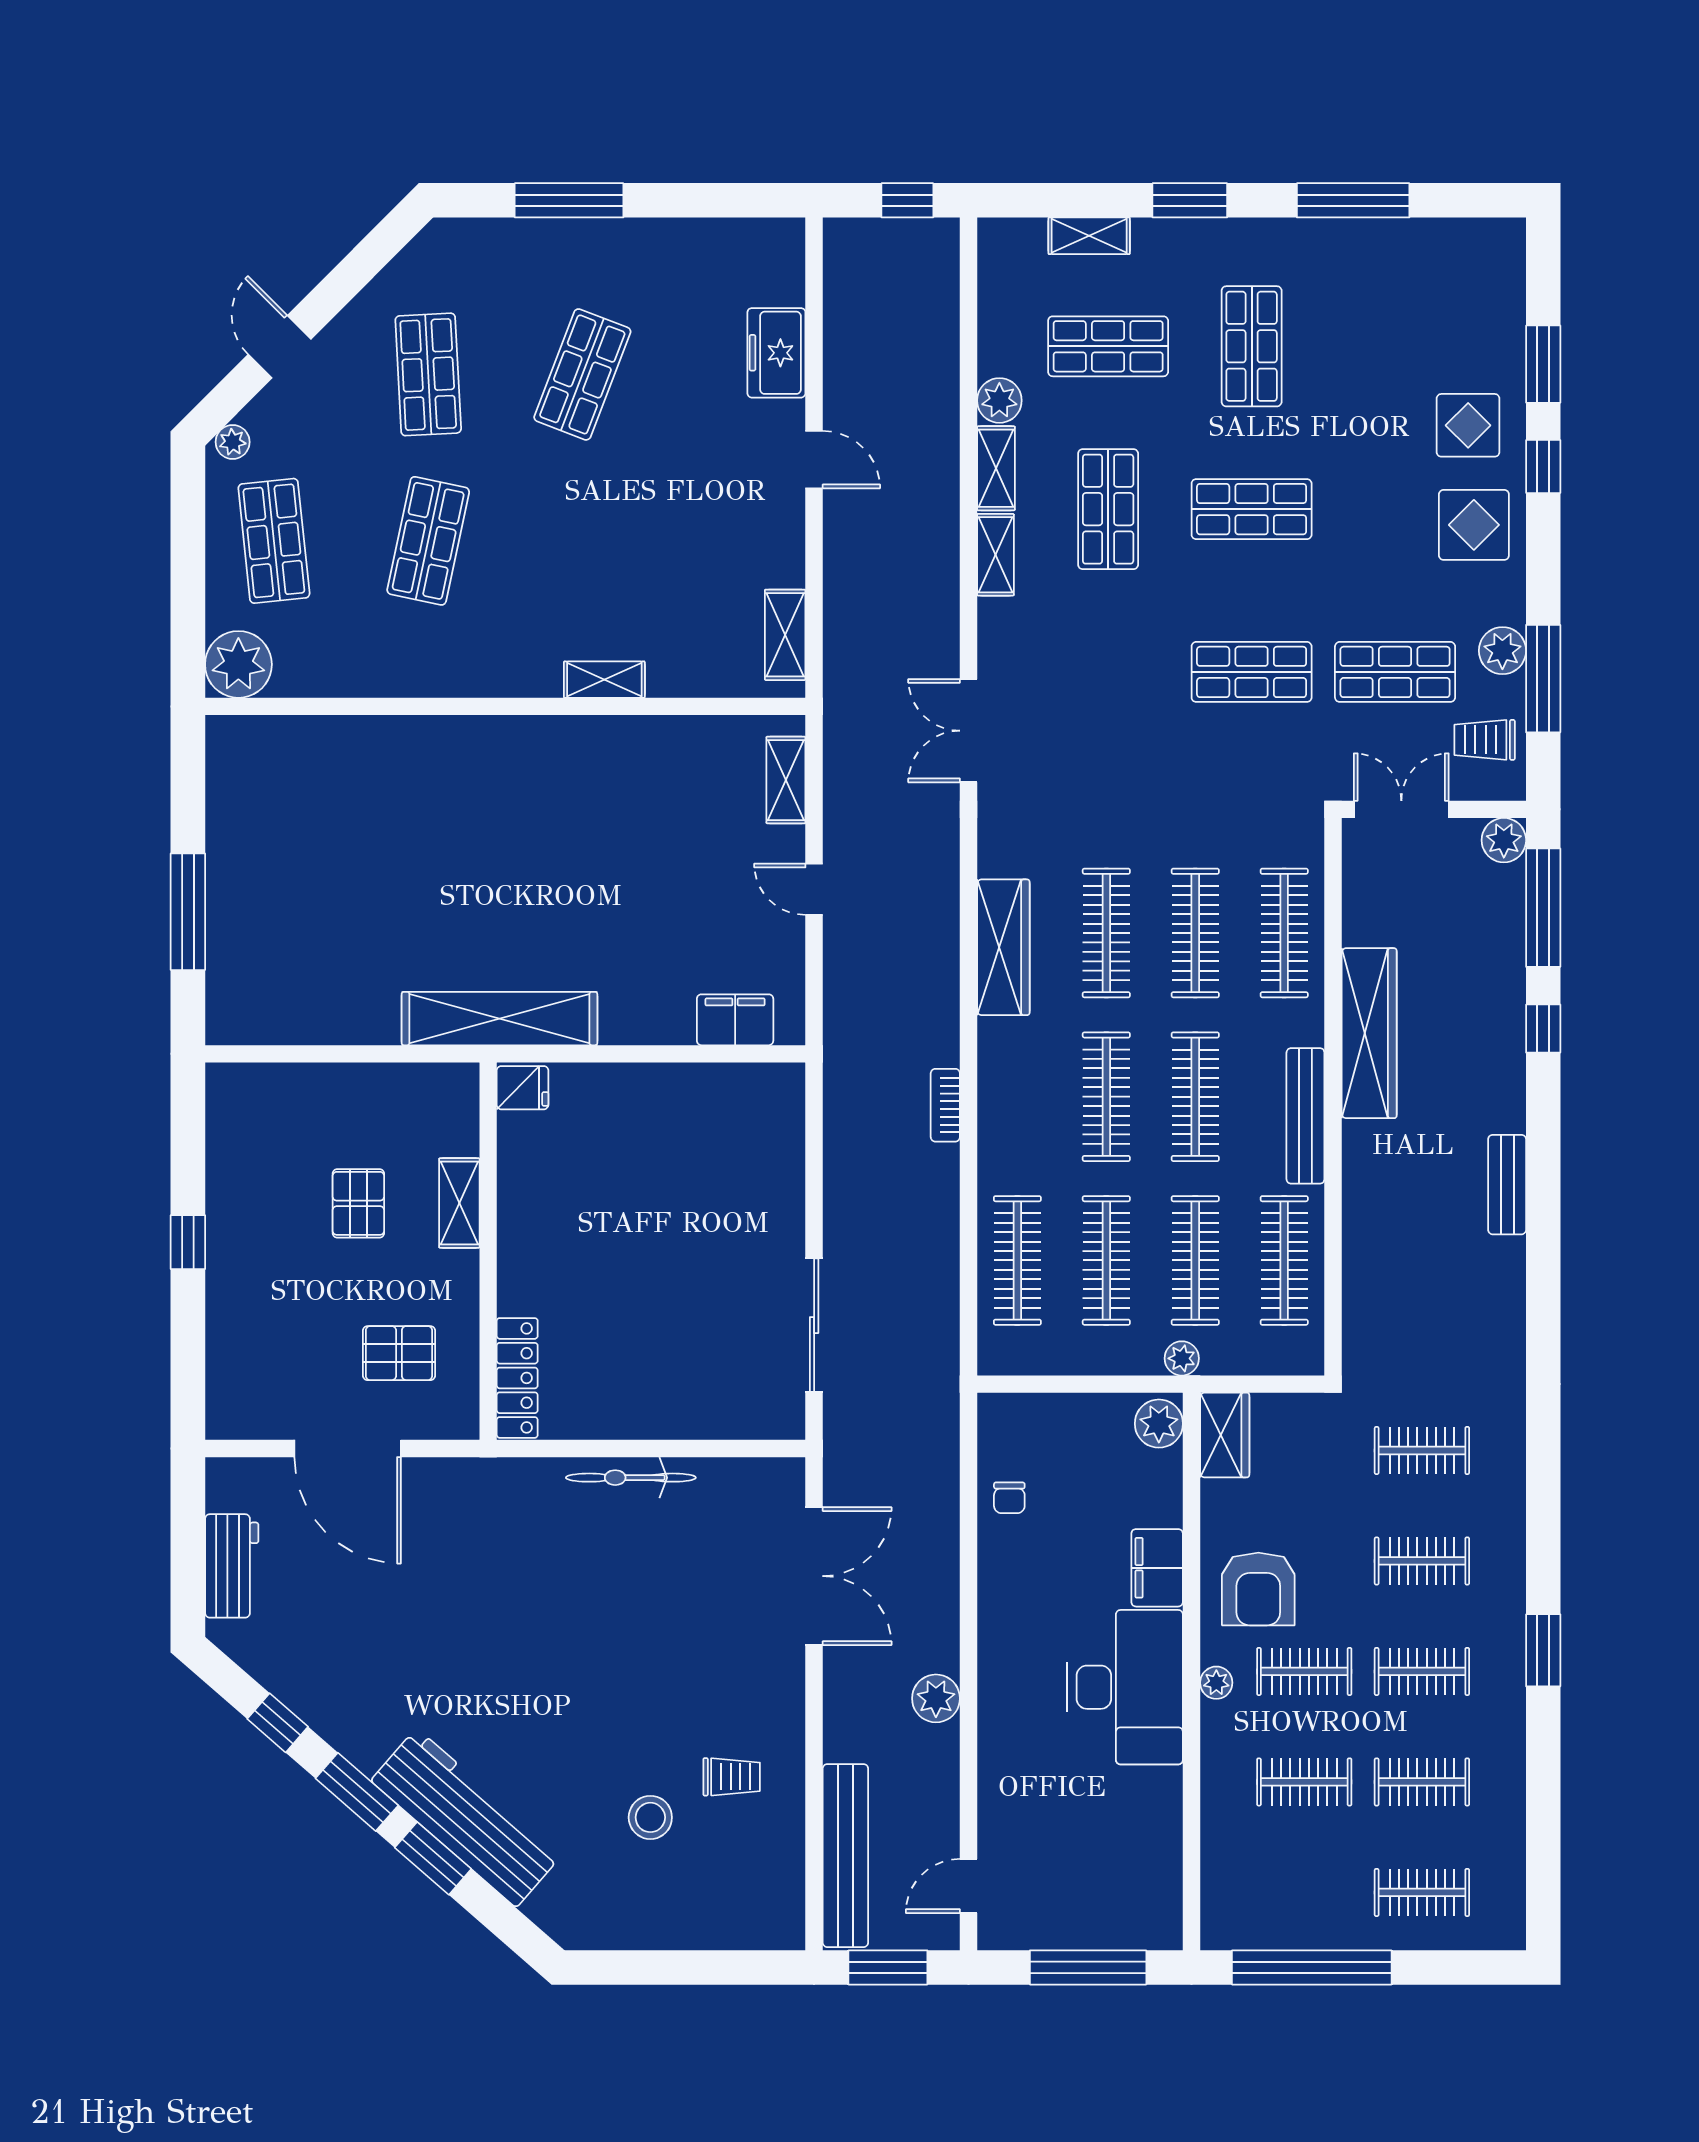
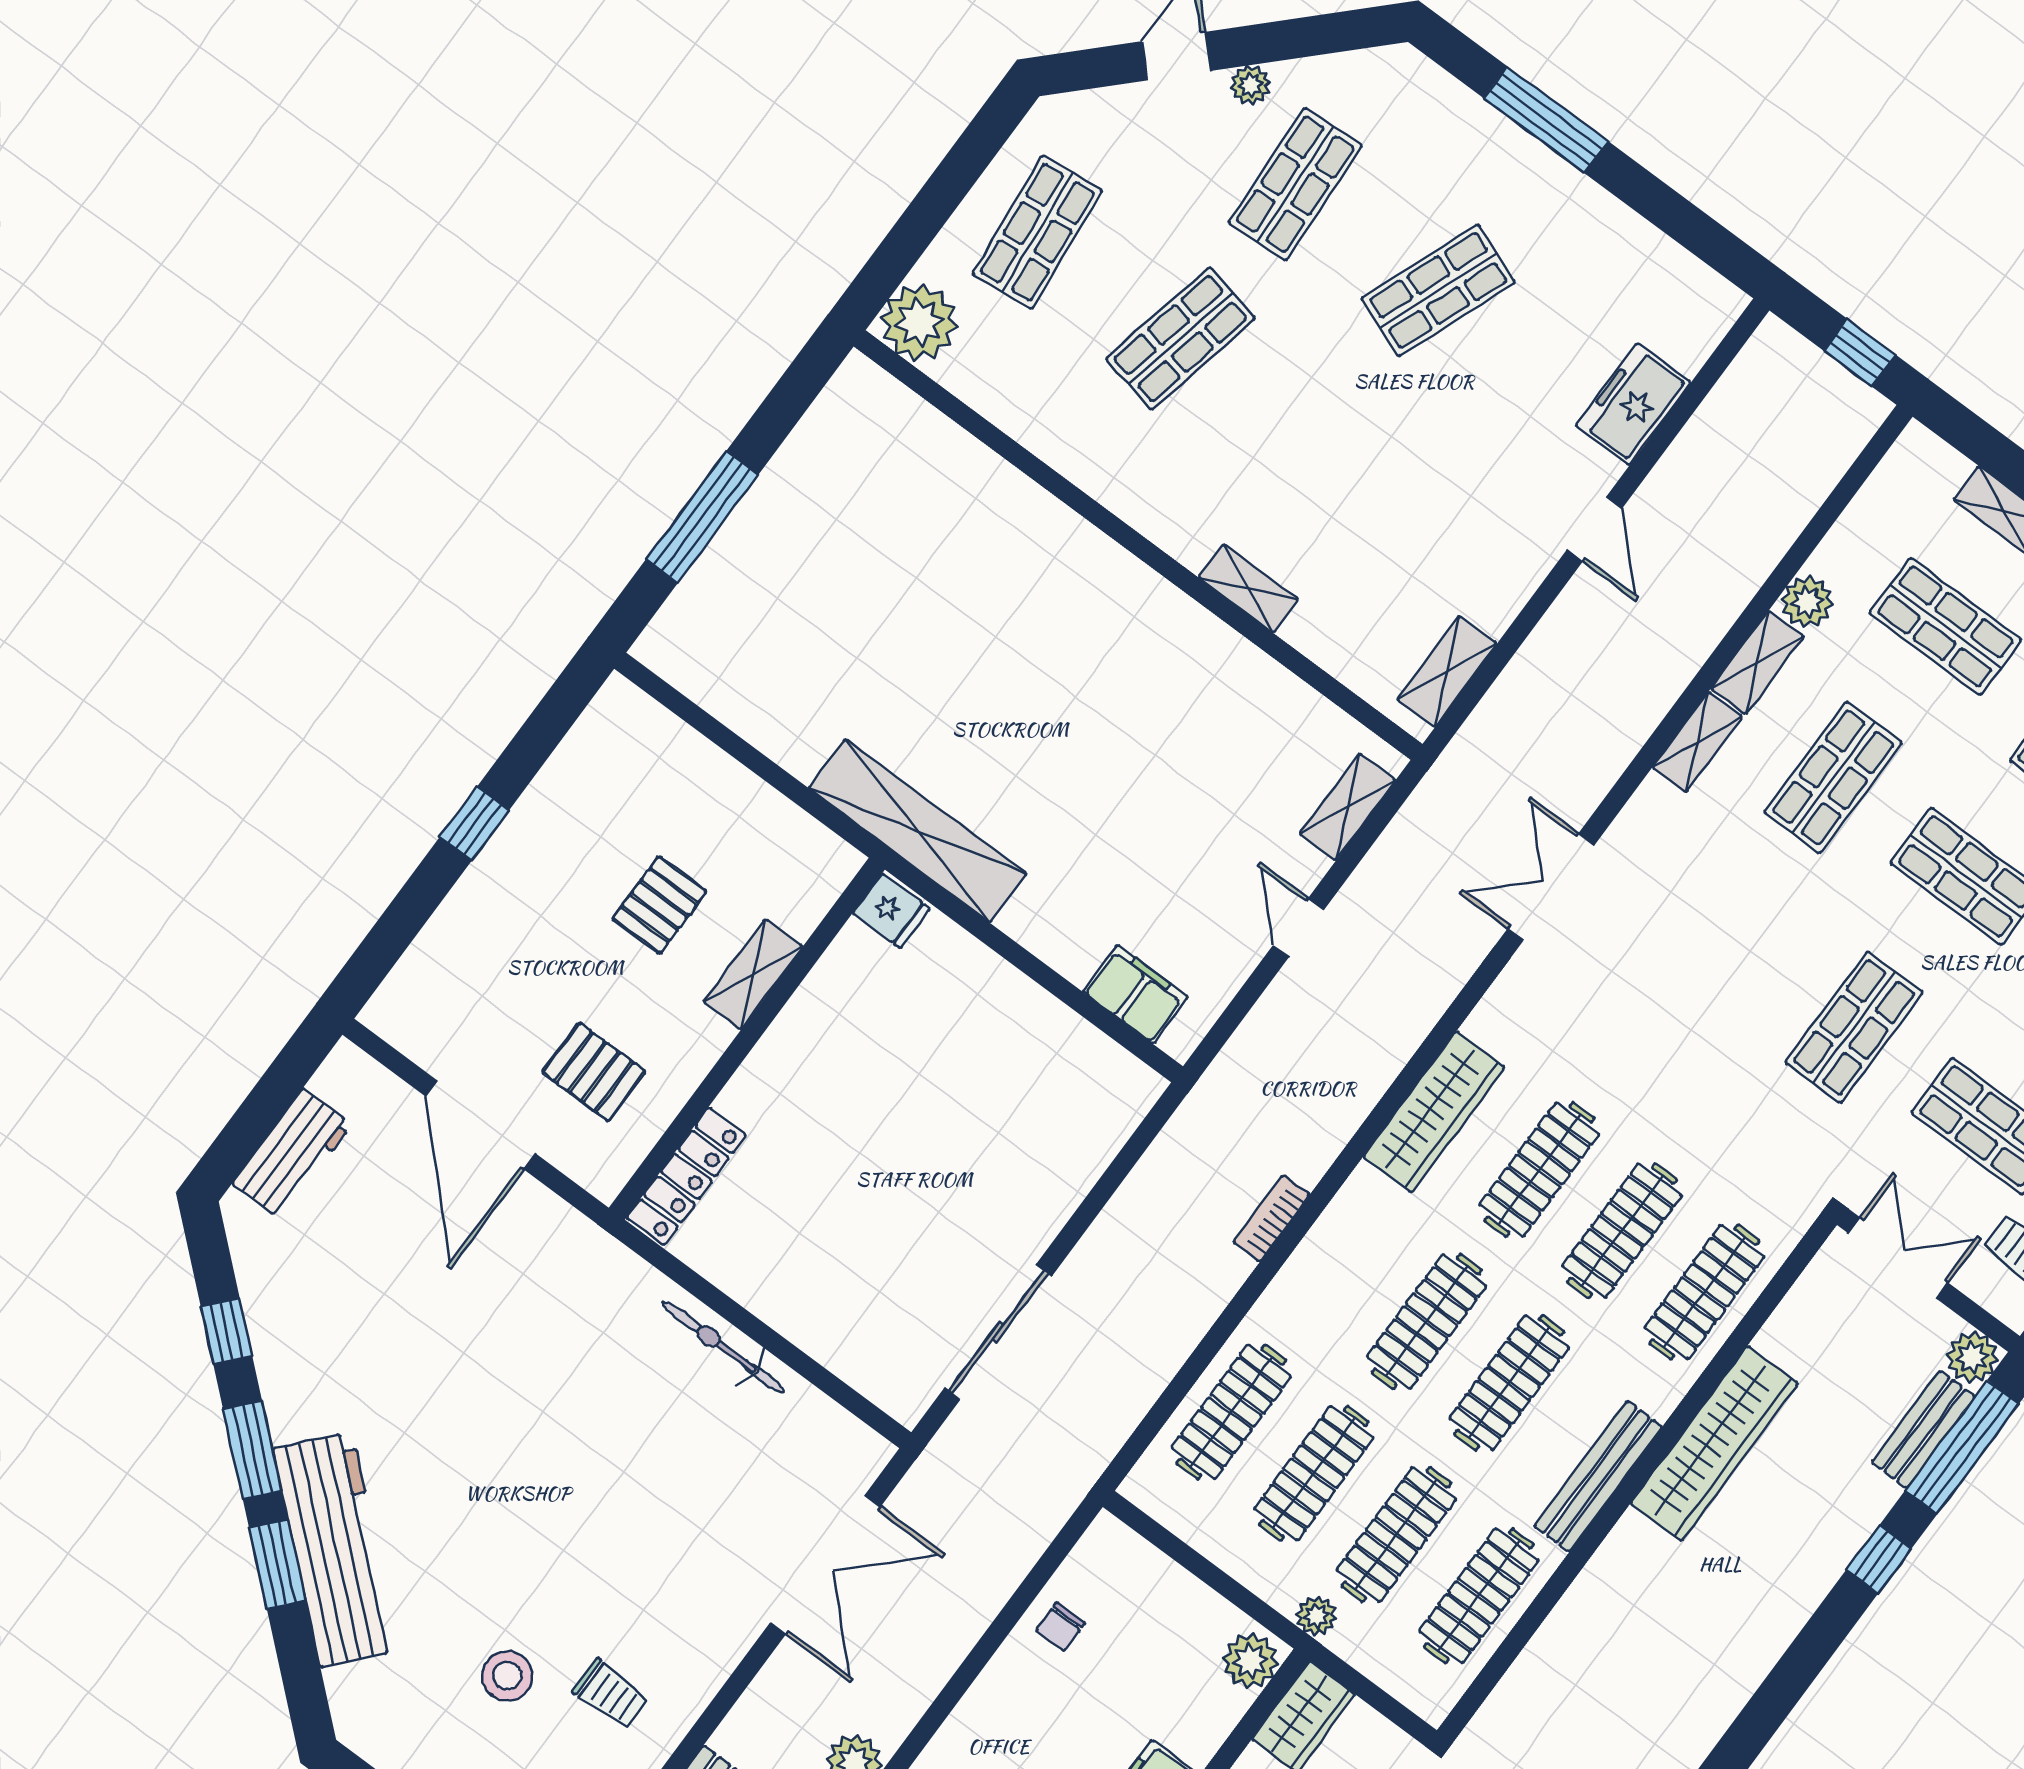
plant: (233, 442) -> (1251, 85), moved
shop shelf: (1252, 672) -> (1854, 1027), turned 90
bench: (1507, 1185) -> (1923, 1429), moved

